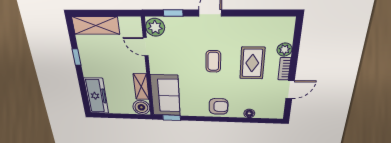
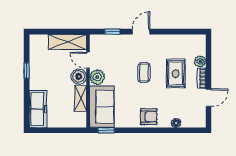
shelving: (96, 25) -> (67, 42), moved
plant: (155, 27) -> (97, 77), moved
boiler: (141, 107) -> (79, 77), moved

